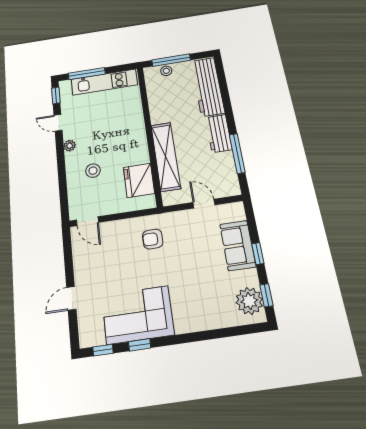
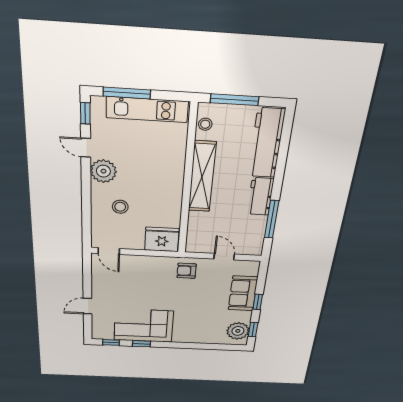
stool: (166, 71) -> (205, 124), moved
plant: (70, 146) -> (103, 171), width x1.88, depth x1.88
shelving: (166, 156) -> (202, 177), moved
fridge: (139, 180) -> (162, 239), moved, turned 90
armchair: (153, 239) -> (187, 271), moved

